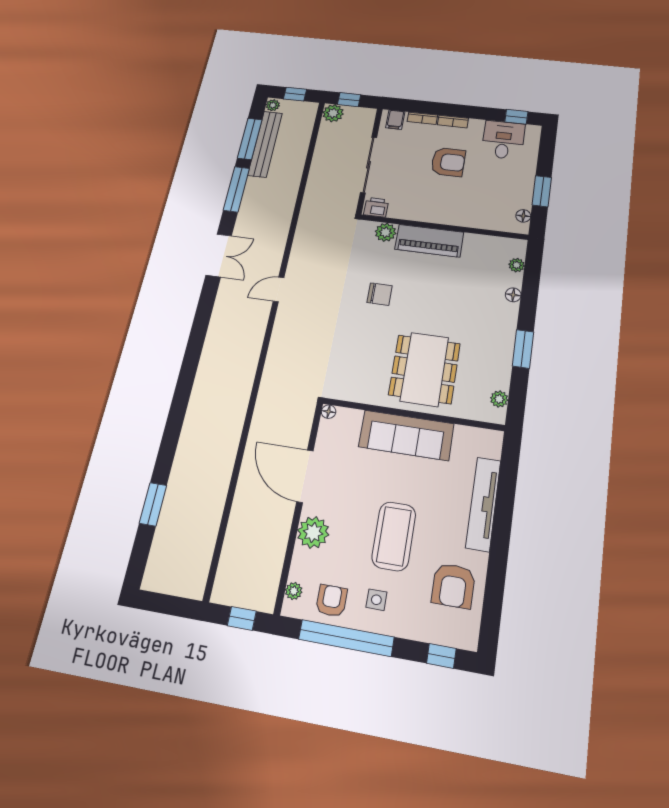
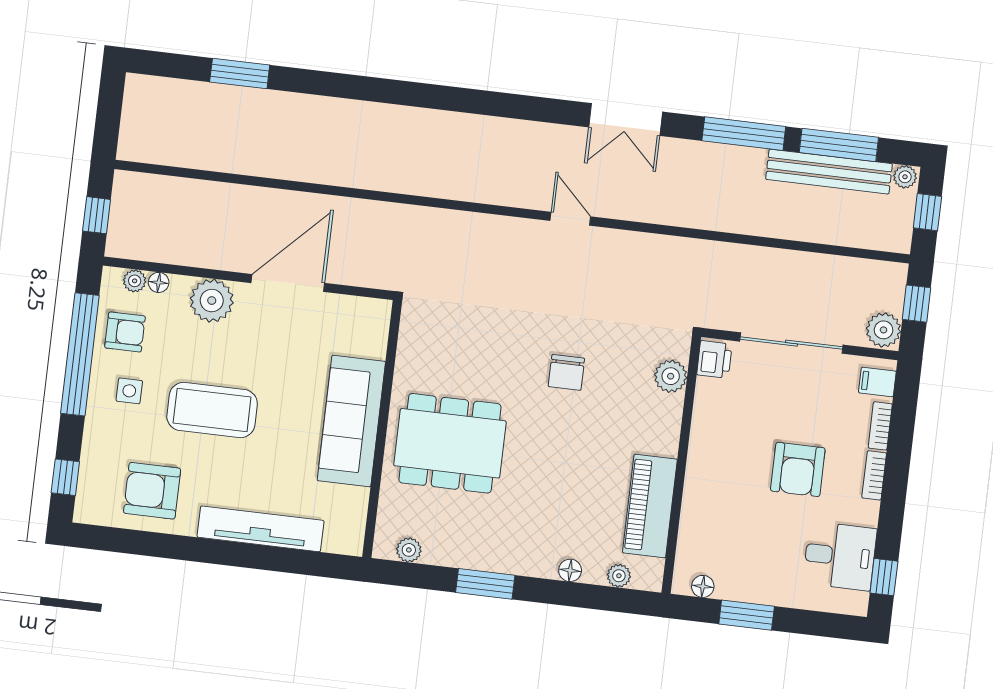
plant: (333, 113) -> (884, 330), moved
piano: (429, 241) -> (650, 506), moved
floor lamp: (329, 412) -> (159, 282), moved

